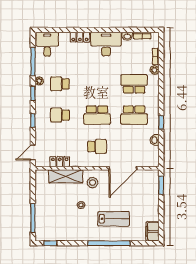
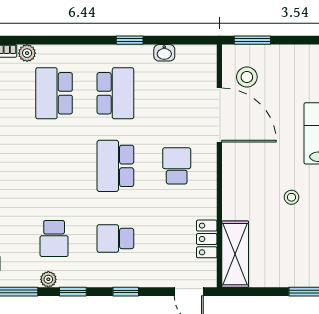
school desk: (60, 115) -> (115, 238), turned 90
school desk: (97, 115) -> (115, 166), turned 180
shelving: (66, 176) -> (235, 254), moved
stool: (93, 183) -> (247, 77), moved

